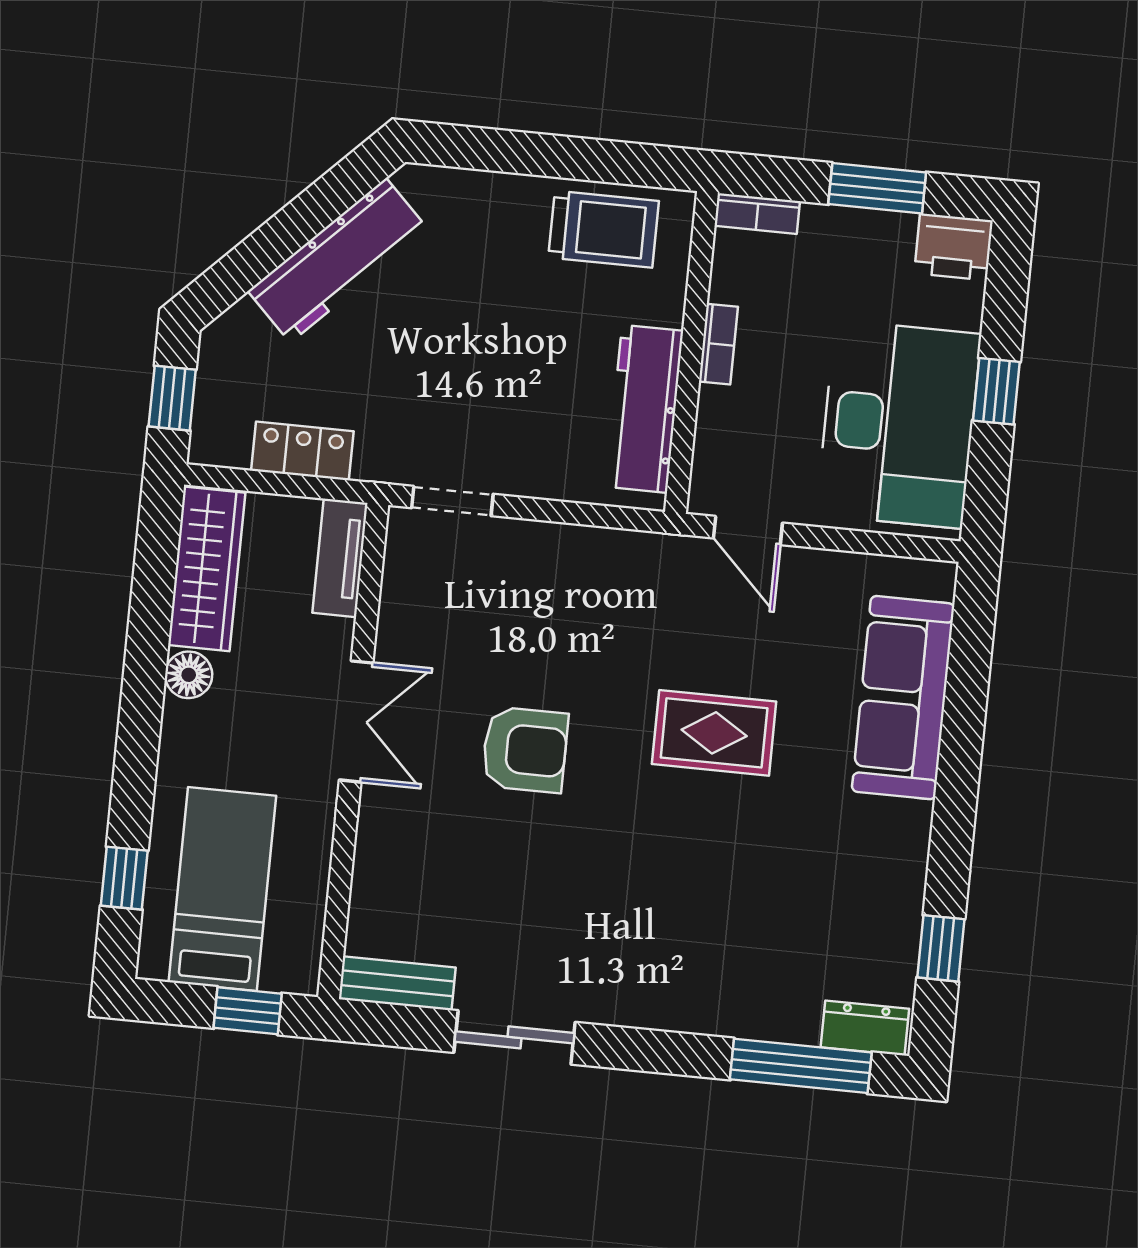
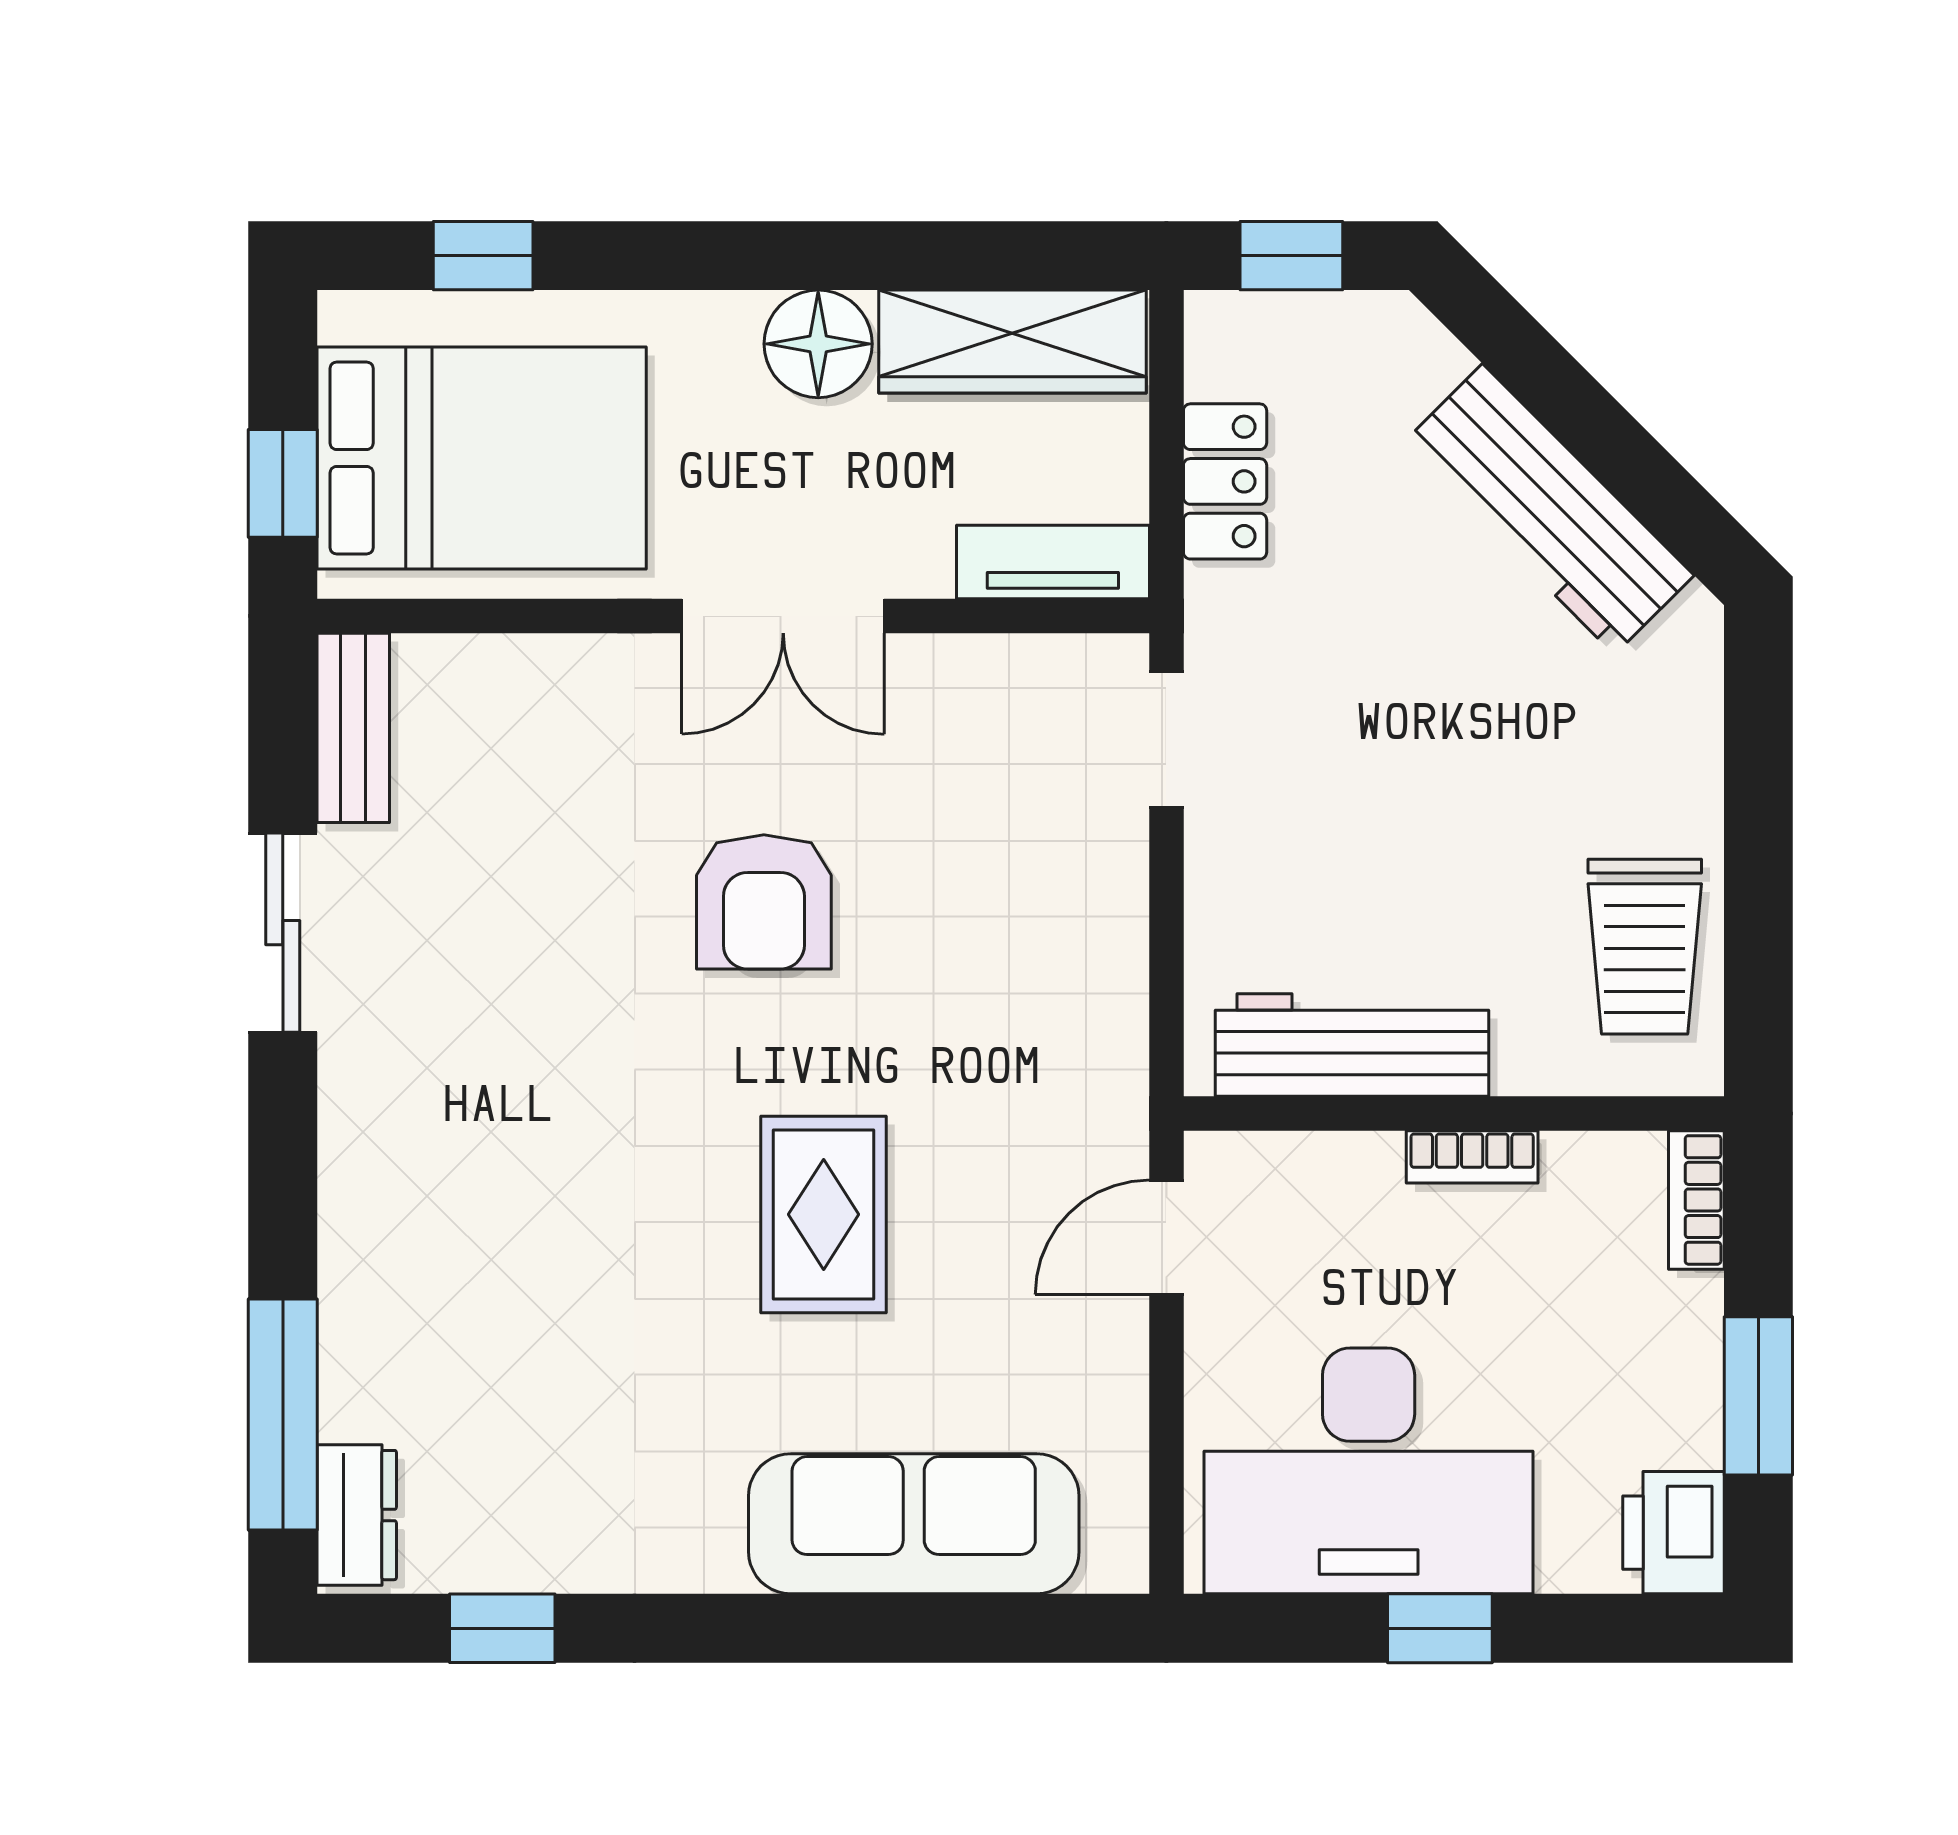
floor lamp: (189, 675) -> (818, 344), width x1.38, depth x1.38
bed: (222, 889) -> (482, 458), width x1.50

